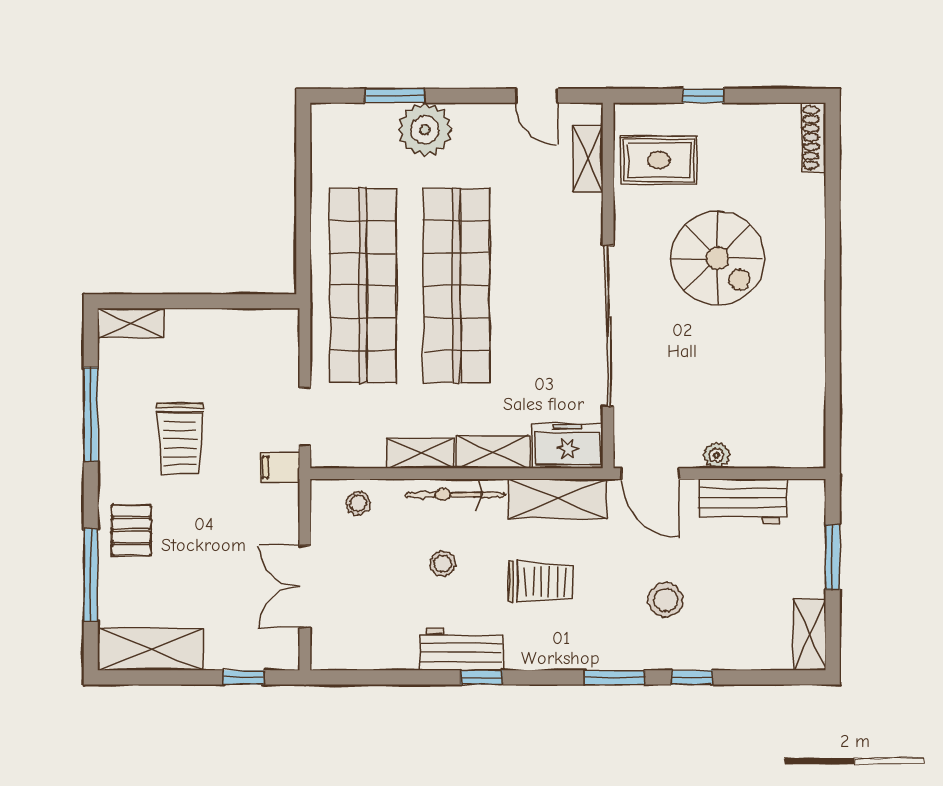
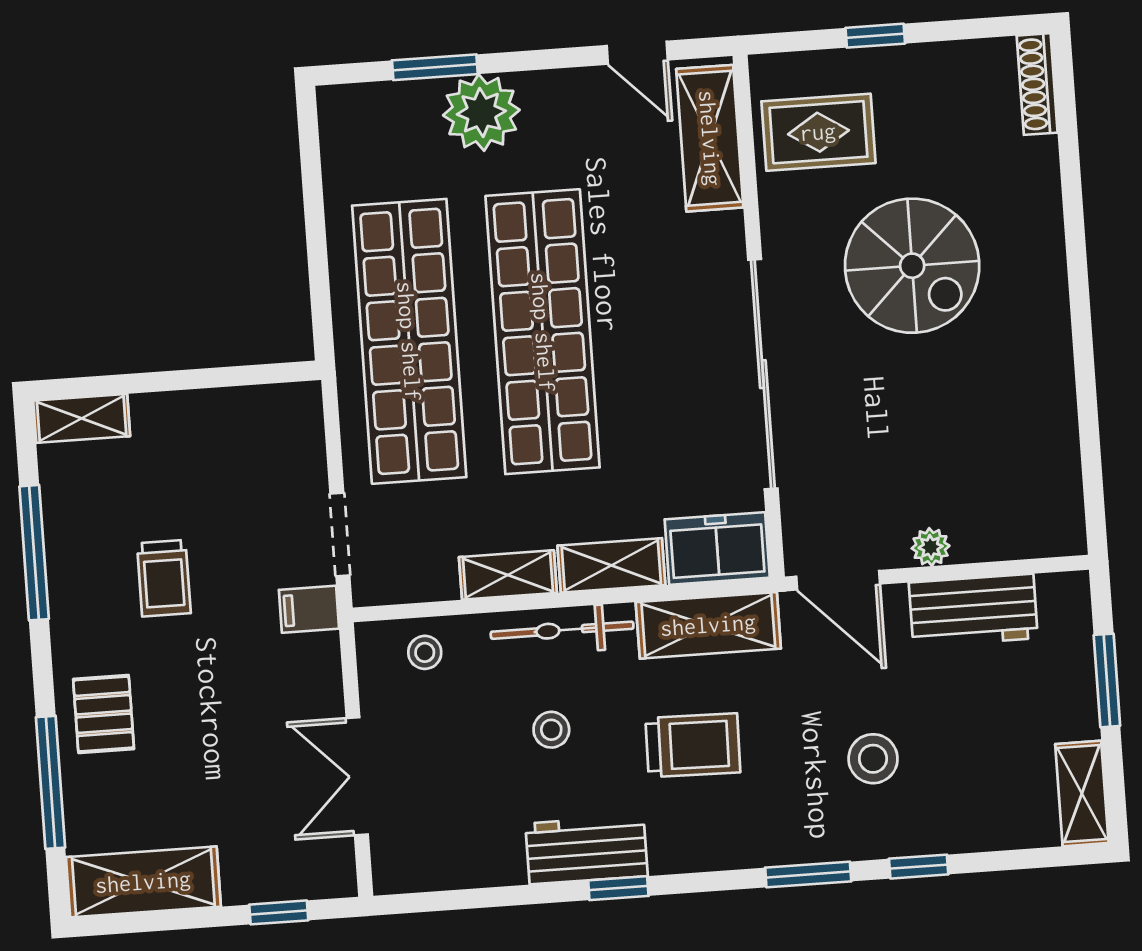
shelving: (588, 159) -> (710, 138), width x1.50, depth x1.33
trolley: (180, 439) -> (164, 578), width x0.73, depth x0.72

